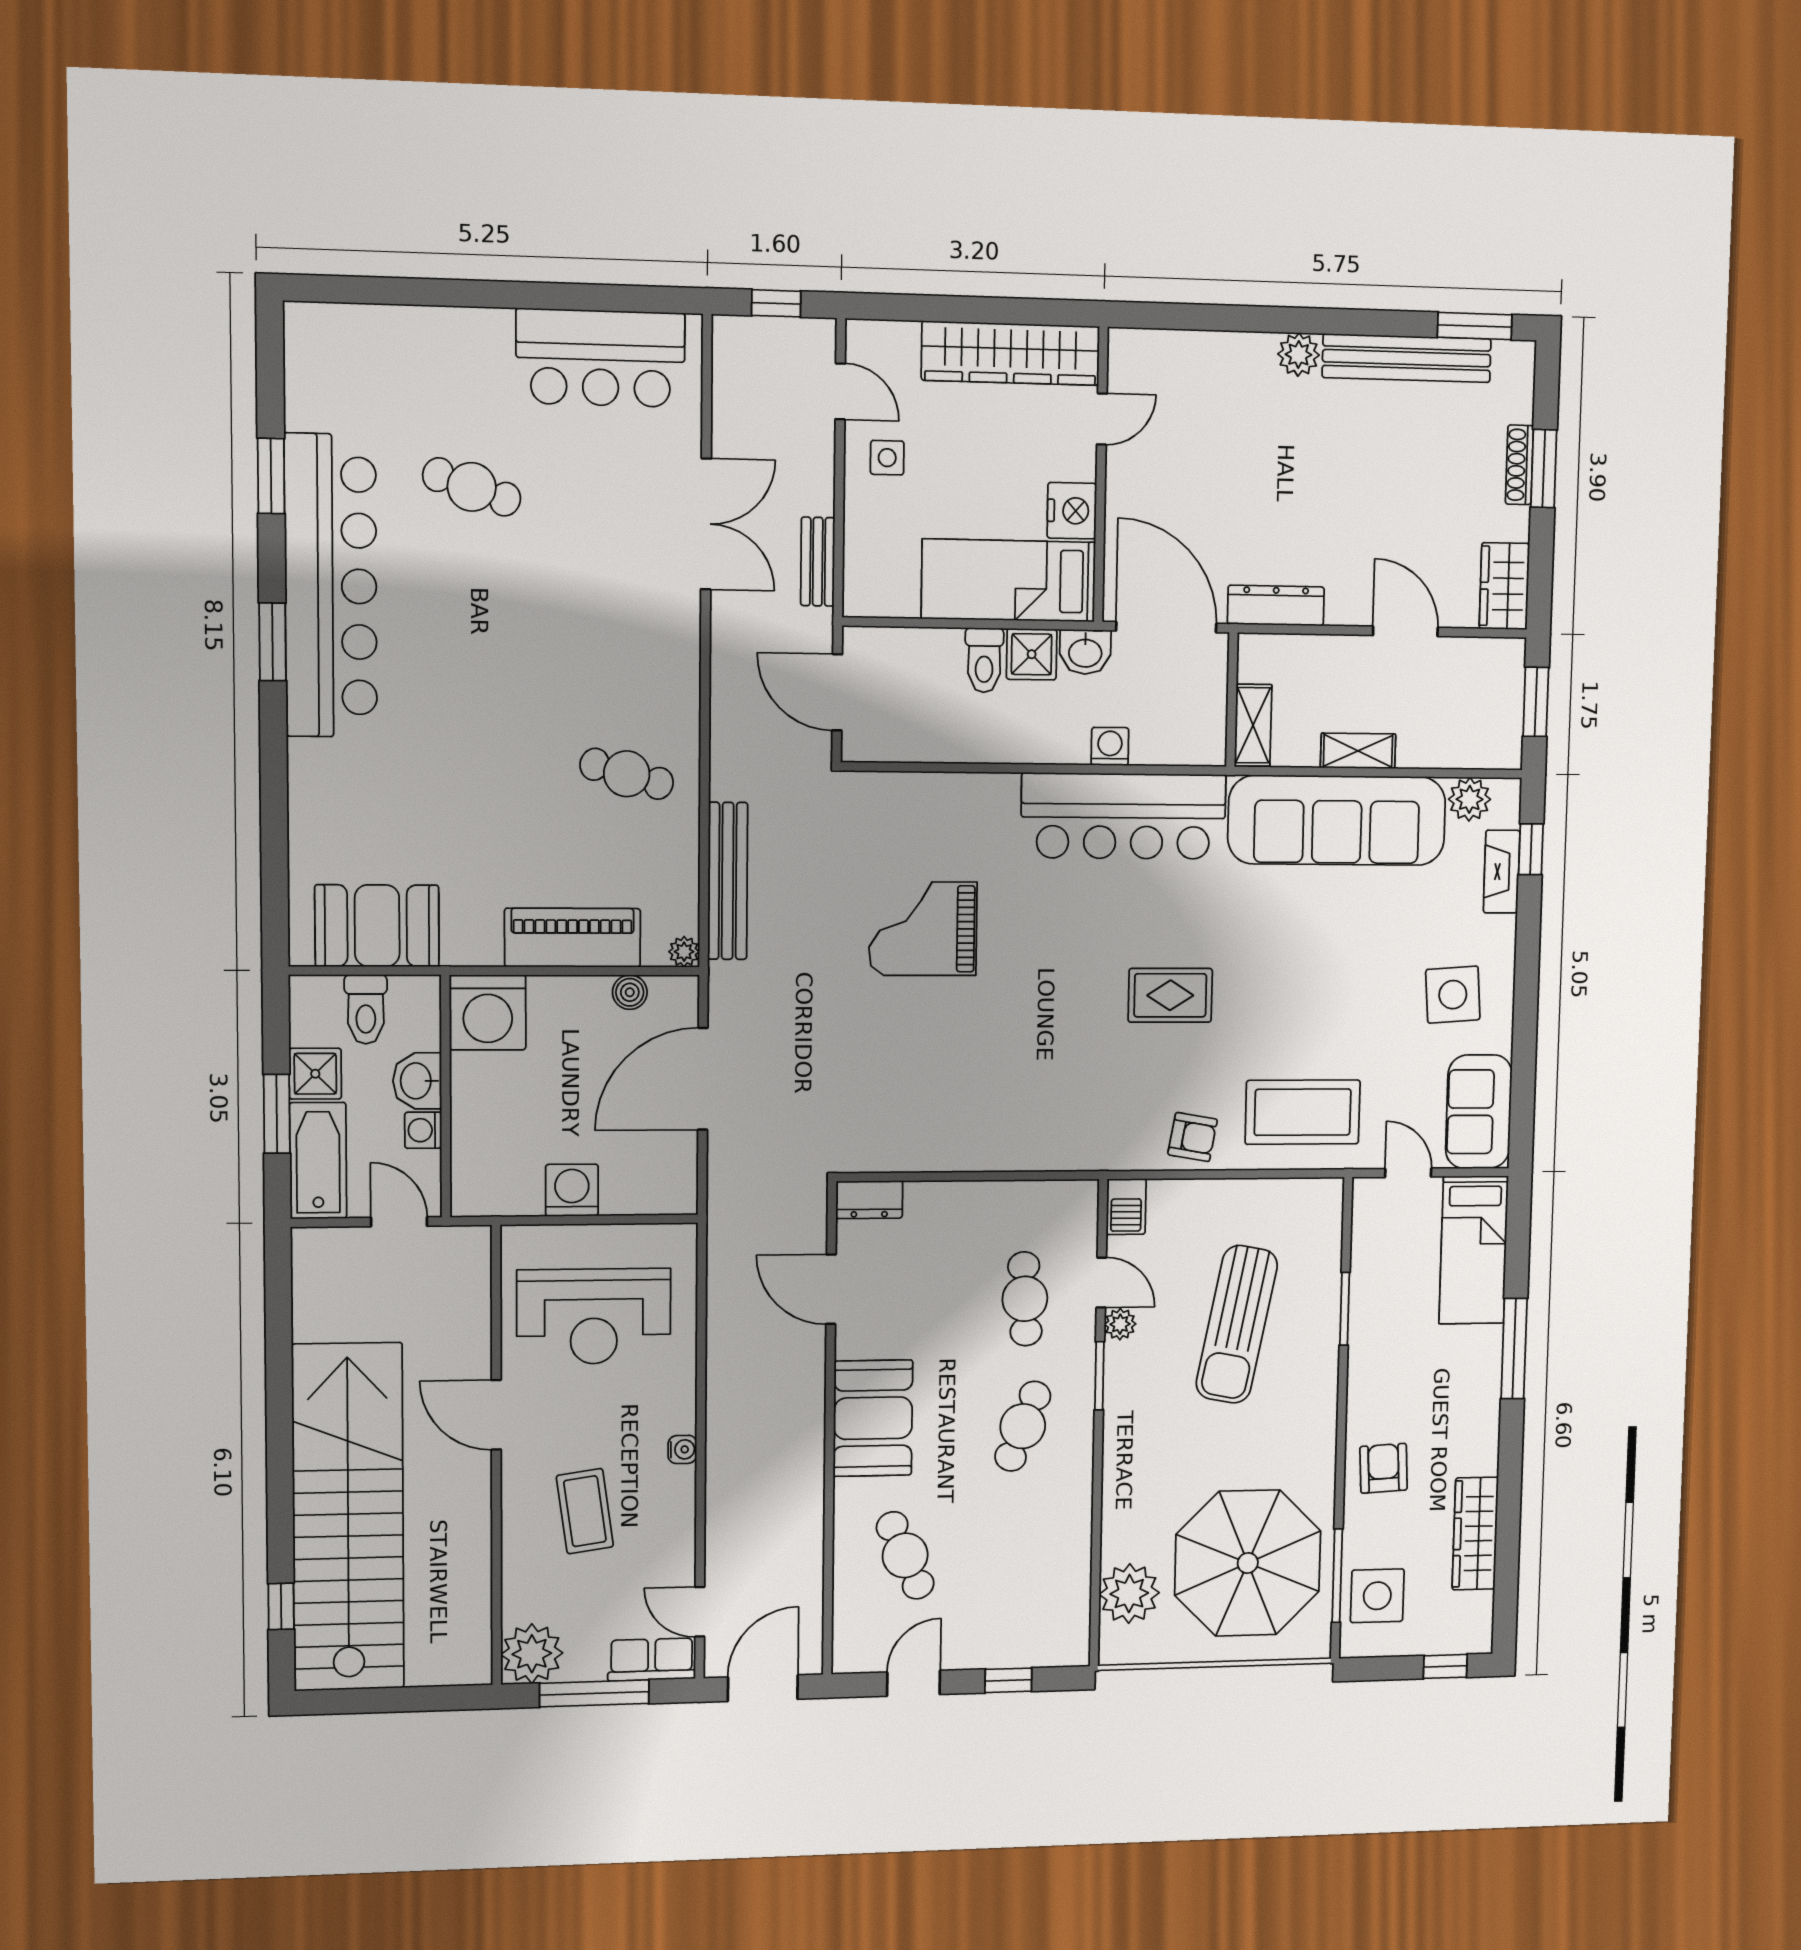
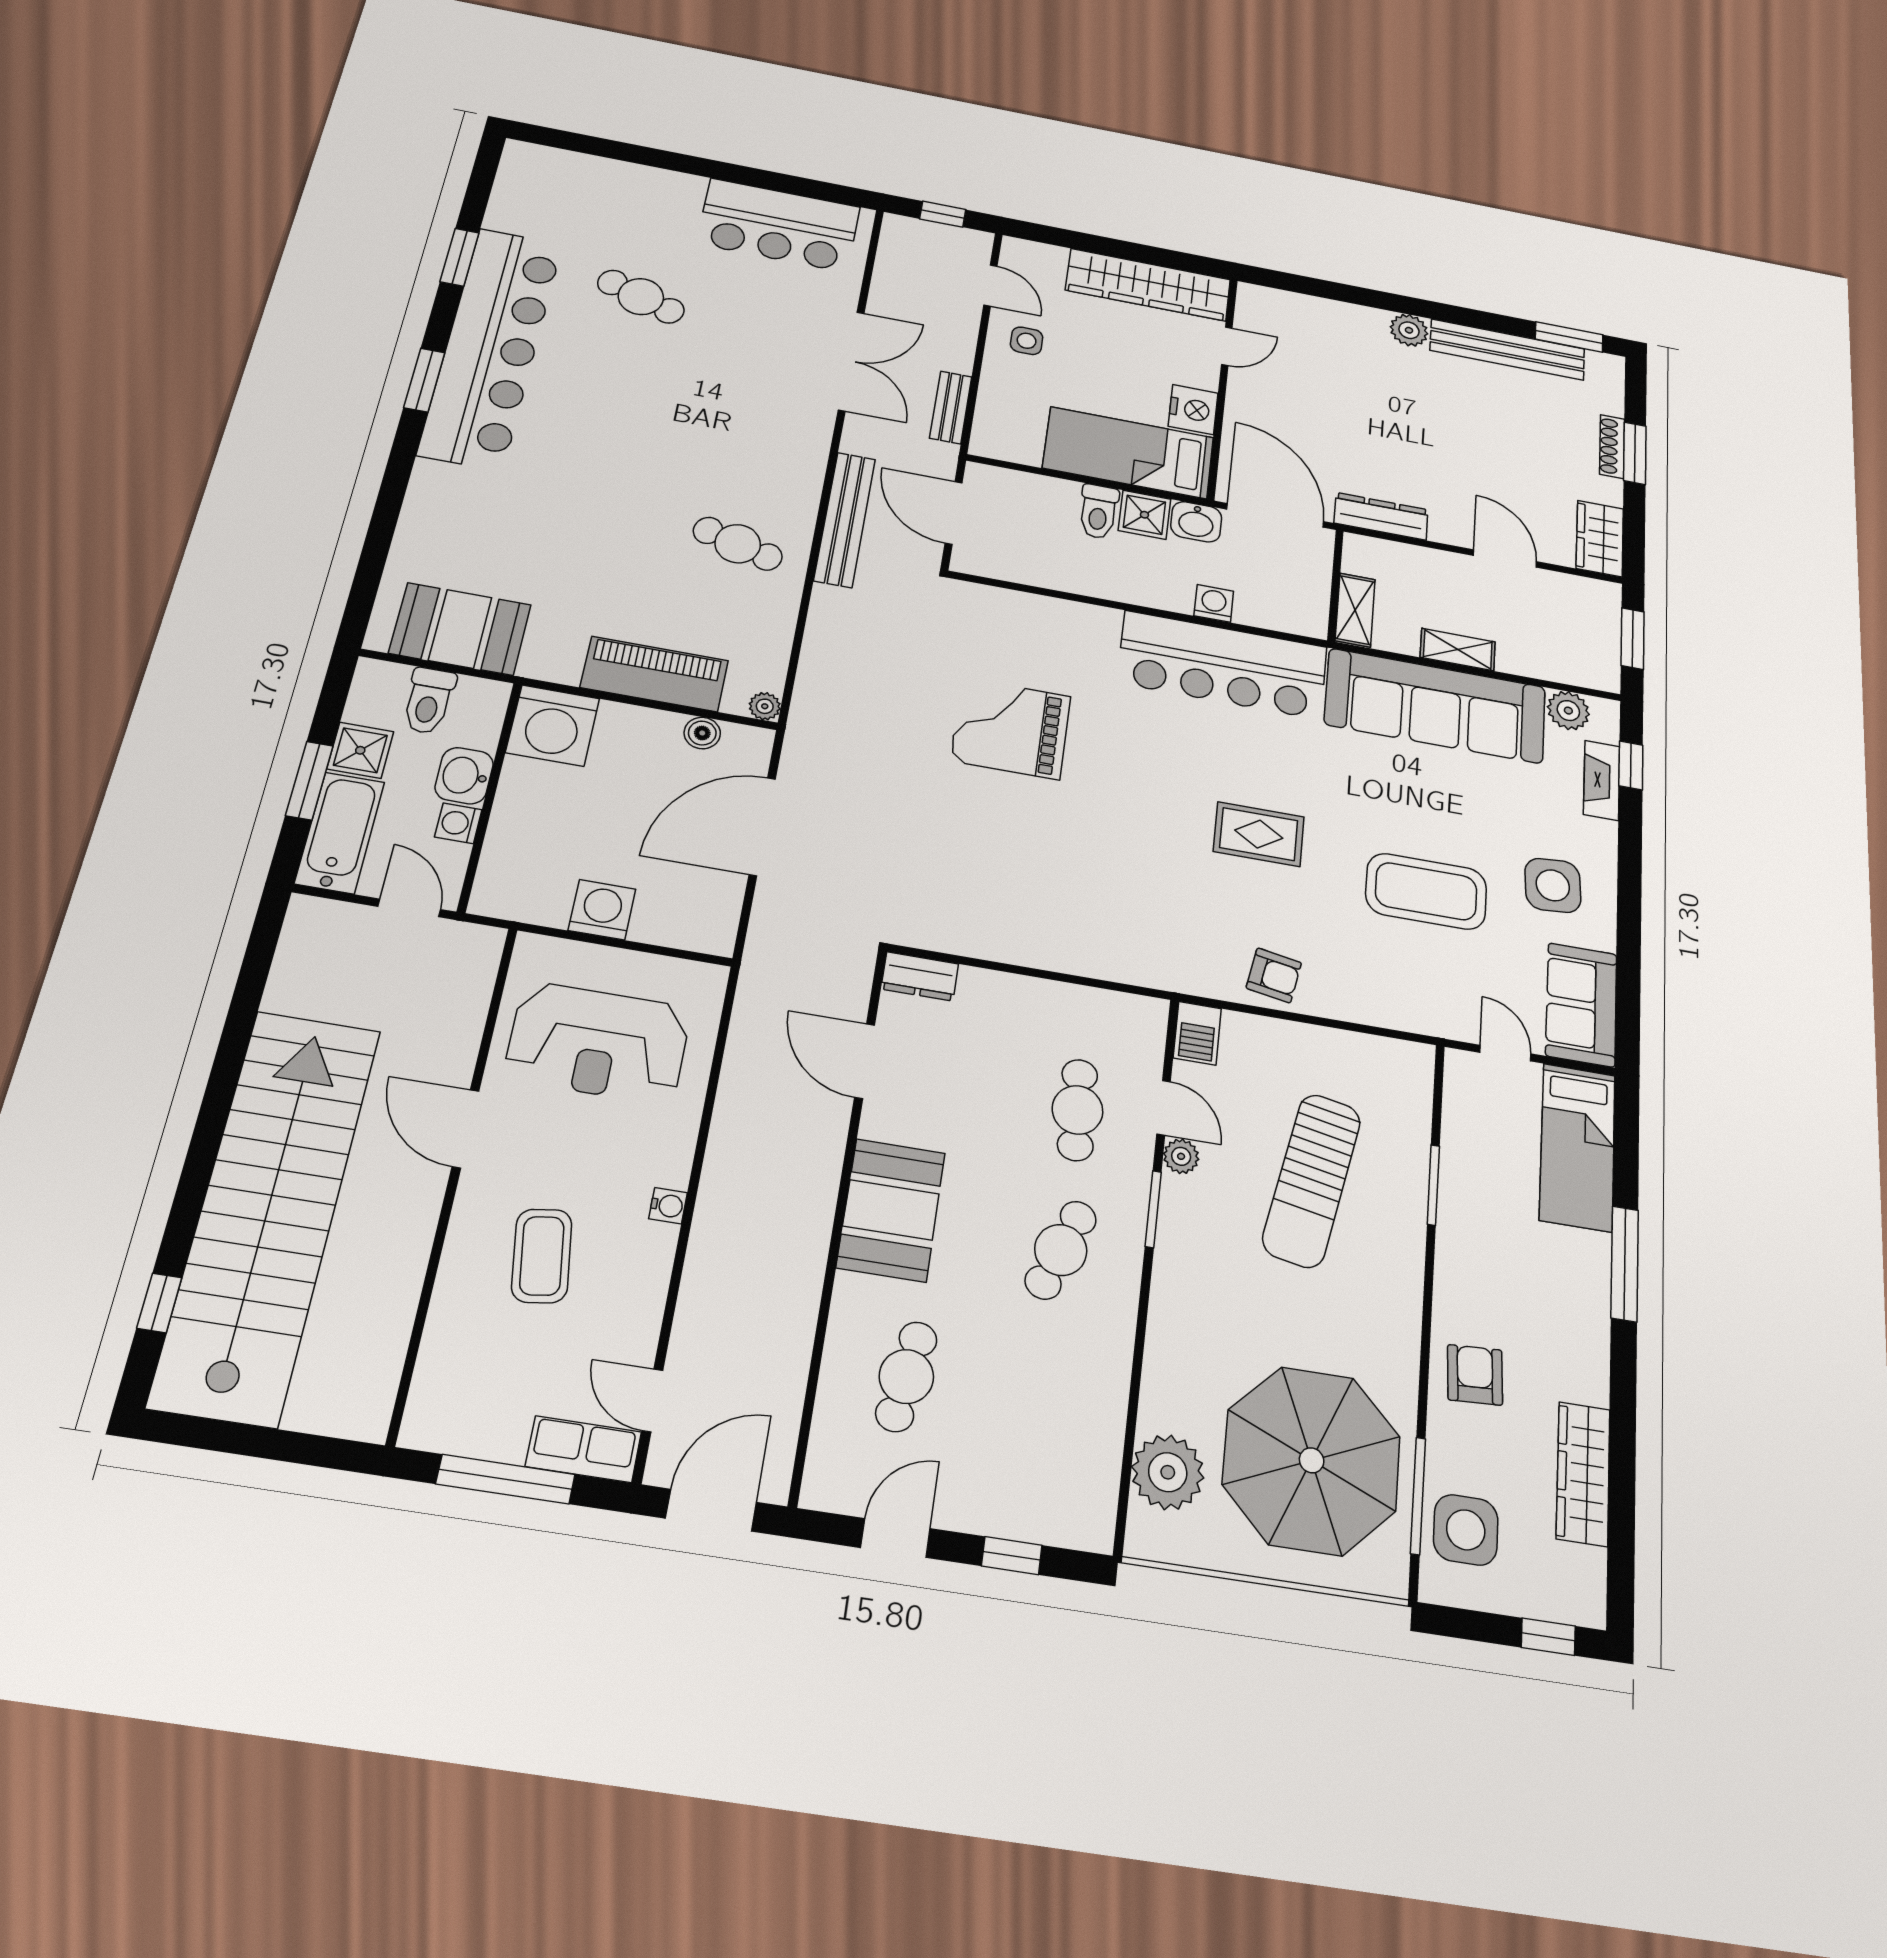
bench: (728, 881) -> (845, 519), moved
coffee table: (1303, 1112) -> (1426, 891), moved
cafe table: (905, 1555) -> (906, 1377), turned 33
plant: (532, 1654) -> (441, 1415), removed

